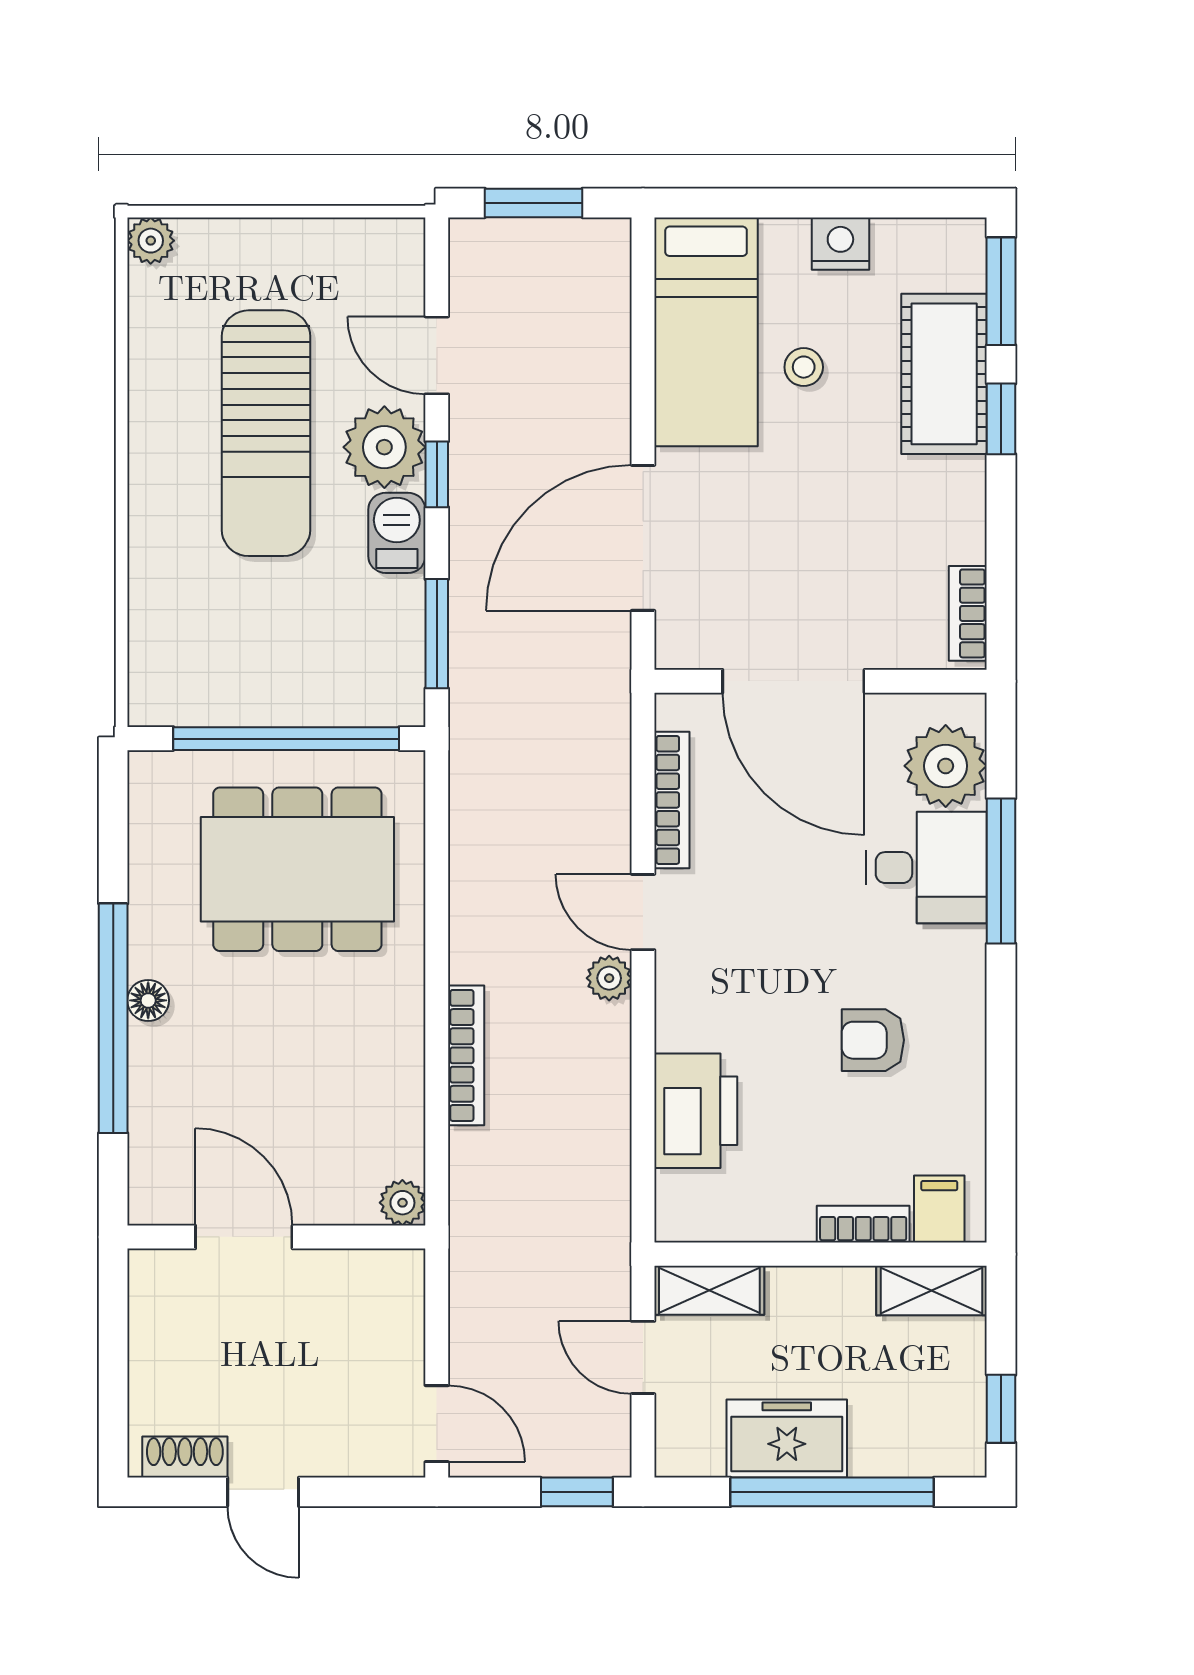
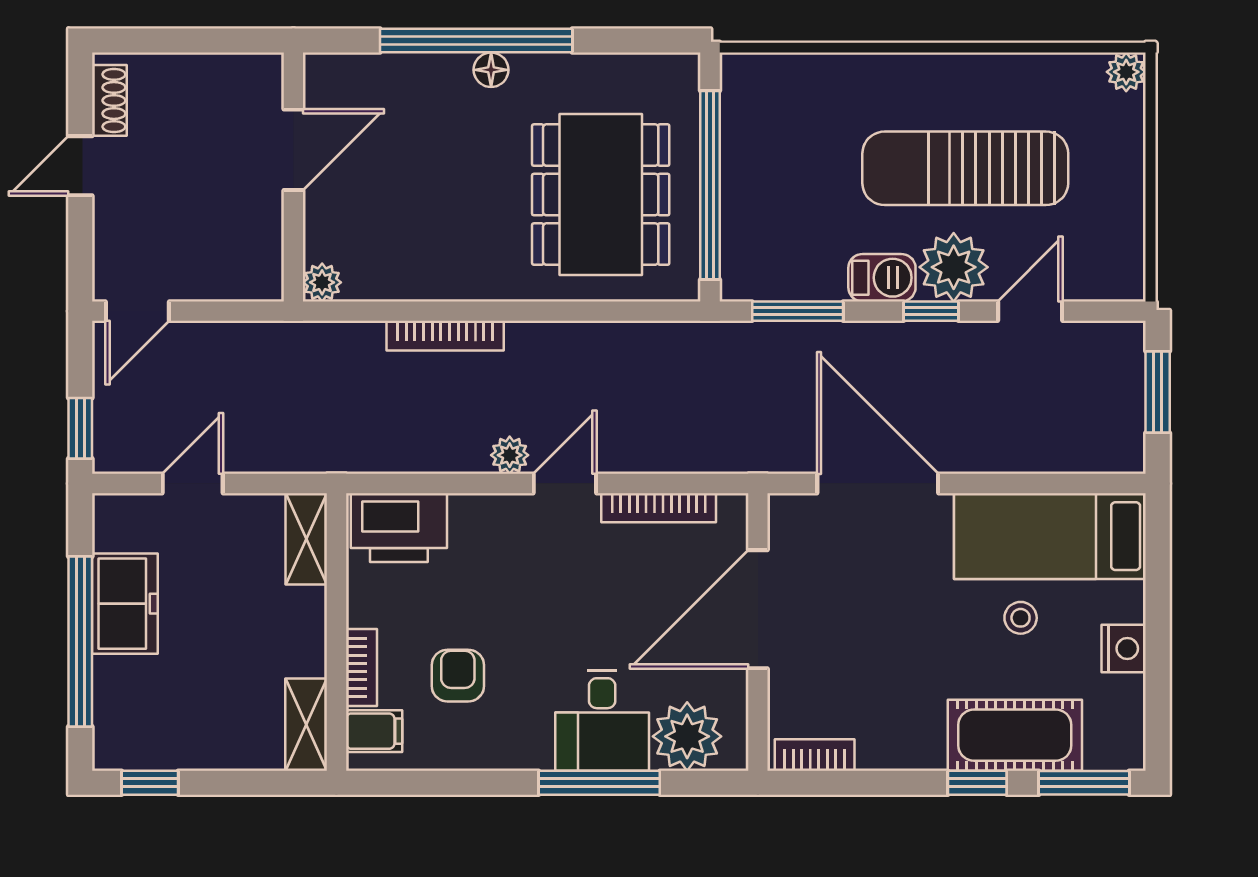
filing cabinet: (939, 1209) -> (374, 731), moved
bookcase: (863, 1224) -> (361, 668), moved
wall: (821, 1254) -> (336, 632), moved
shelving: (709, 1290) -> (306, 539), moved
shelving: (932, 1290) -> (306, 725), moved

